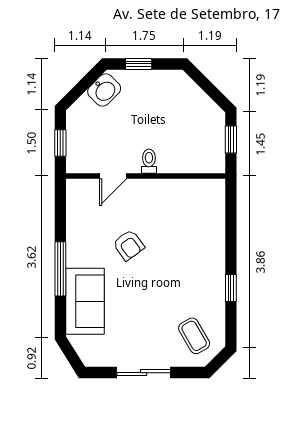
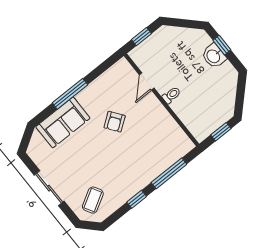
washbasin: (104, 90) -> (214, 56), moved, turned 45
door: (113, 176) -> (147, 81), hinge flipped
window: (231, 231) -> (169, 173), added

